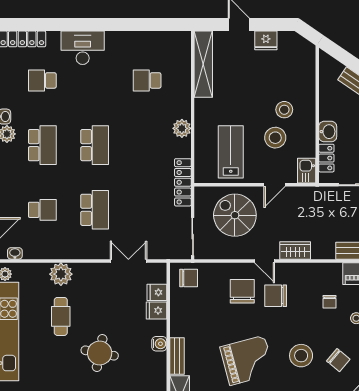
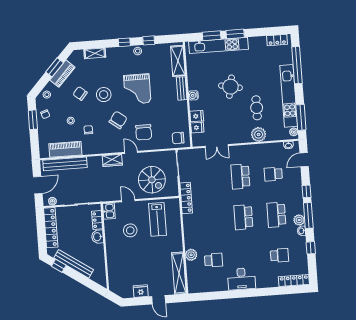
desk: (83, 48) -> (241, 279), moved
stool: (284, 110) -> (126, 248), removed
plant: (182, 128) -> (191, 255), moved
door: (275, 185) -> (128, 201), hinge flipped
chair: (276, 296) -> (118, 120), moved, turned -53
grand piano: (247, 360) -> (137, 89), turned -75

